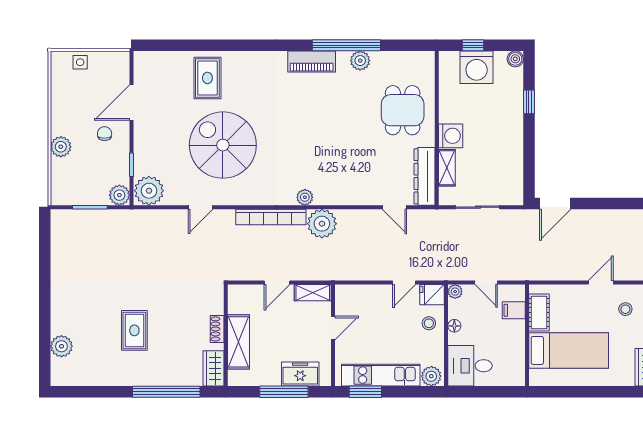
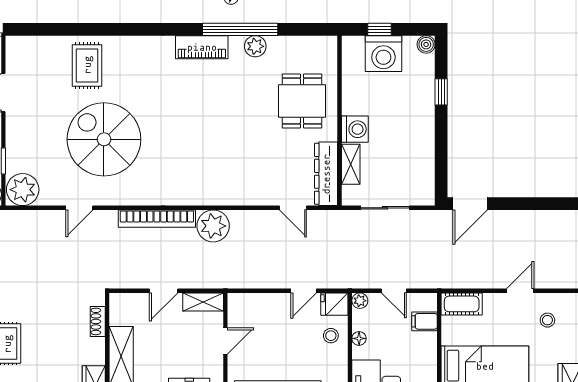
plant: (305, 197) -> (194, 197), removed
cot: (539, 312) -> (462, 304), moved, turned 90
shoe rack: (217, 329) -> (98, 321), moved

